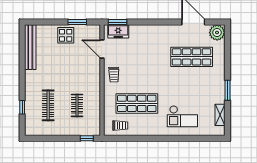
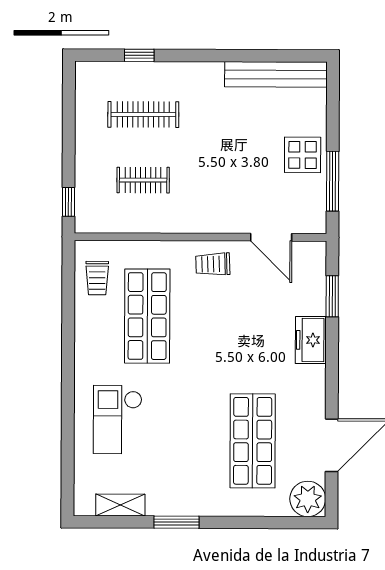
window: (77, 22) -> (333, 181), width x1.44
window: (117, 22) -> (332, 296), moved
freezer: (118, 31) -> (311, 340), moved
door: (102, 49) -> (271, 237), swing flipped

